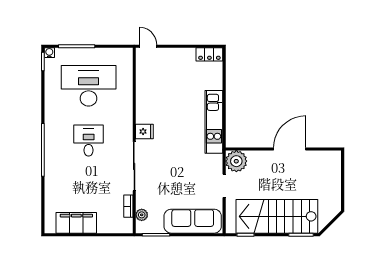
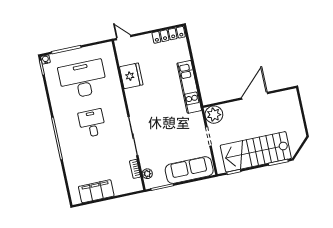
locker: (209, 54) -> (169, 35), width x1.53
fridge: (144, 131) -> (131, 76), moved, width x1.88, depth x1.34

